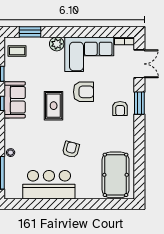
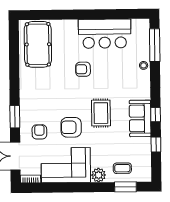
coffee table: (17, 51) -> (122, 168), moved
armchair: (120, 109) -> (39, 132), moved
armchair: (71, 150) -> (83, 69), turned 75

